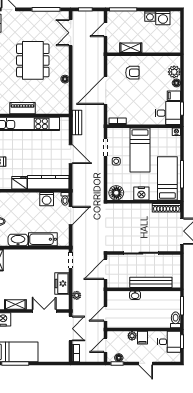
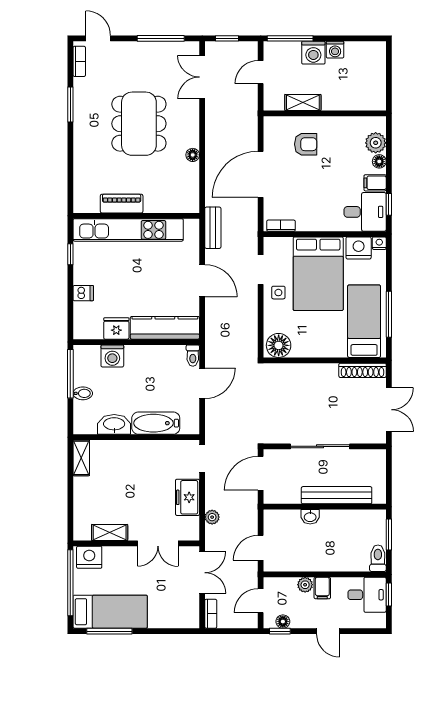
washing machine: (163, 18) -> (313, 53), moved
bed: (140, 150) -> (318, 274), width x1.50
nightstand: (141, 193) -> (359, 248), moved, turned 180
washing machine: (47, 199) -> (112, 356), moved
double door: (44, 311) -> (158, 543), swing flipped

